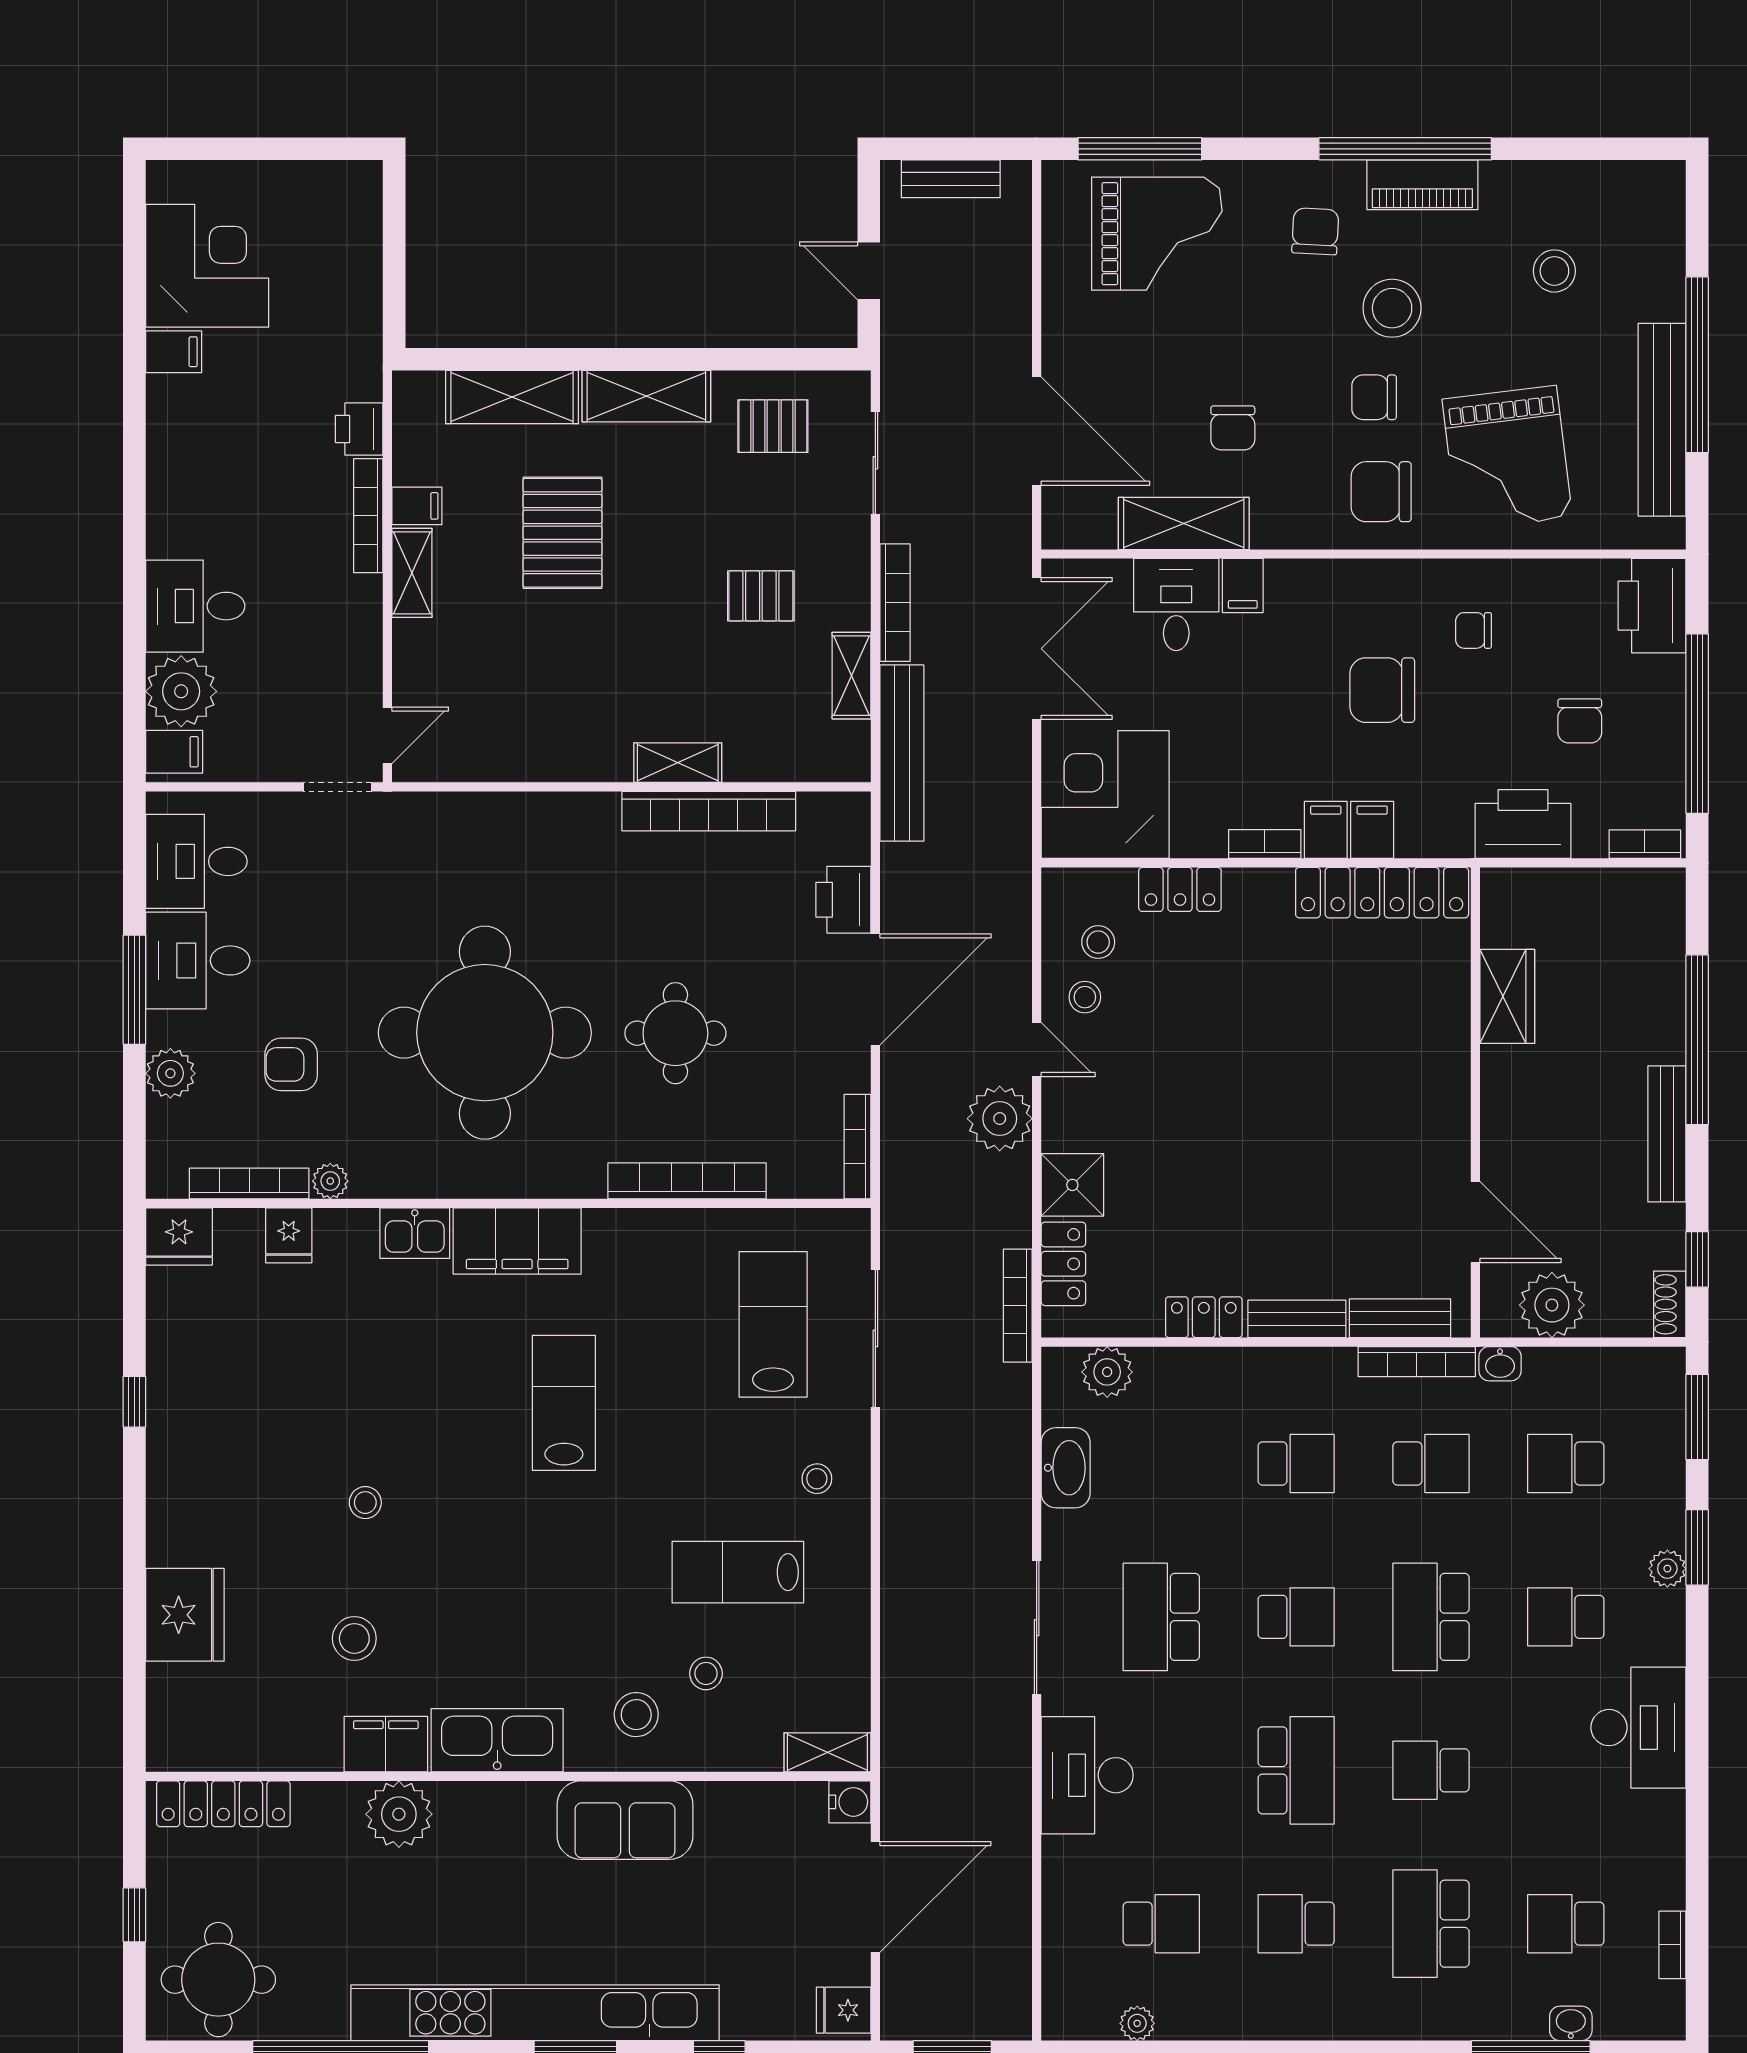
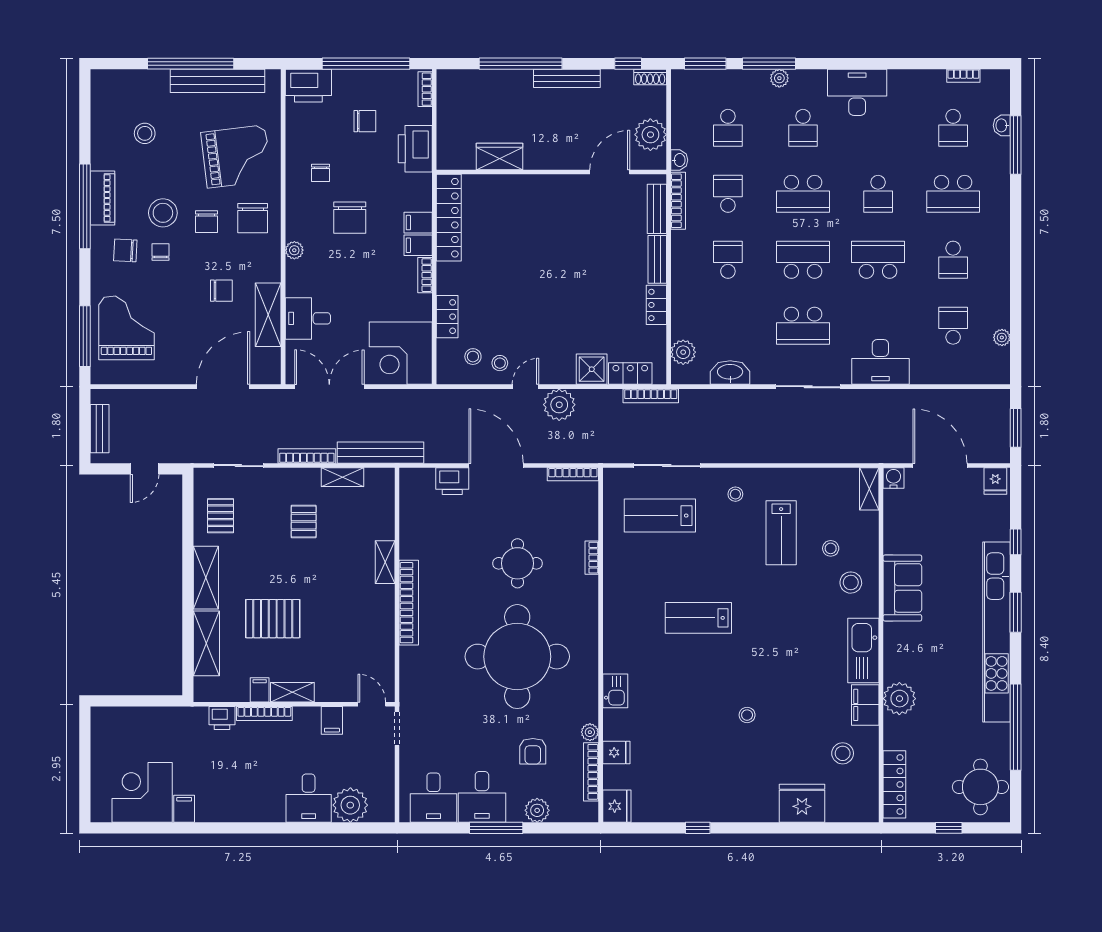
chair: (1312, 303) -> (161, 252), added
plant: (1316, 577) -> (294, 250), added
filing cabinet: (1243, 586) -> (299, 286), removed
filing cabinet: (174, 752) -> (332, 720), moved, turned 180
bookcase: (709, 811) -> (409, 603), moved
bookcase: (687, 1181) -> (592, 558), width x0.43, depth x0.76
filing cabinet: (517, 1241) -> (619, 641), removed
window: (1697, 1547) -> (769, 64), width x1.44
school desk: (1296, 1617) -> (803, 260), width x1.85
stool: (354, 1638) -> (843, 753), moved

